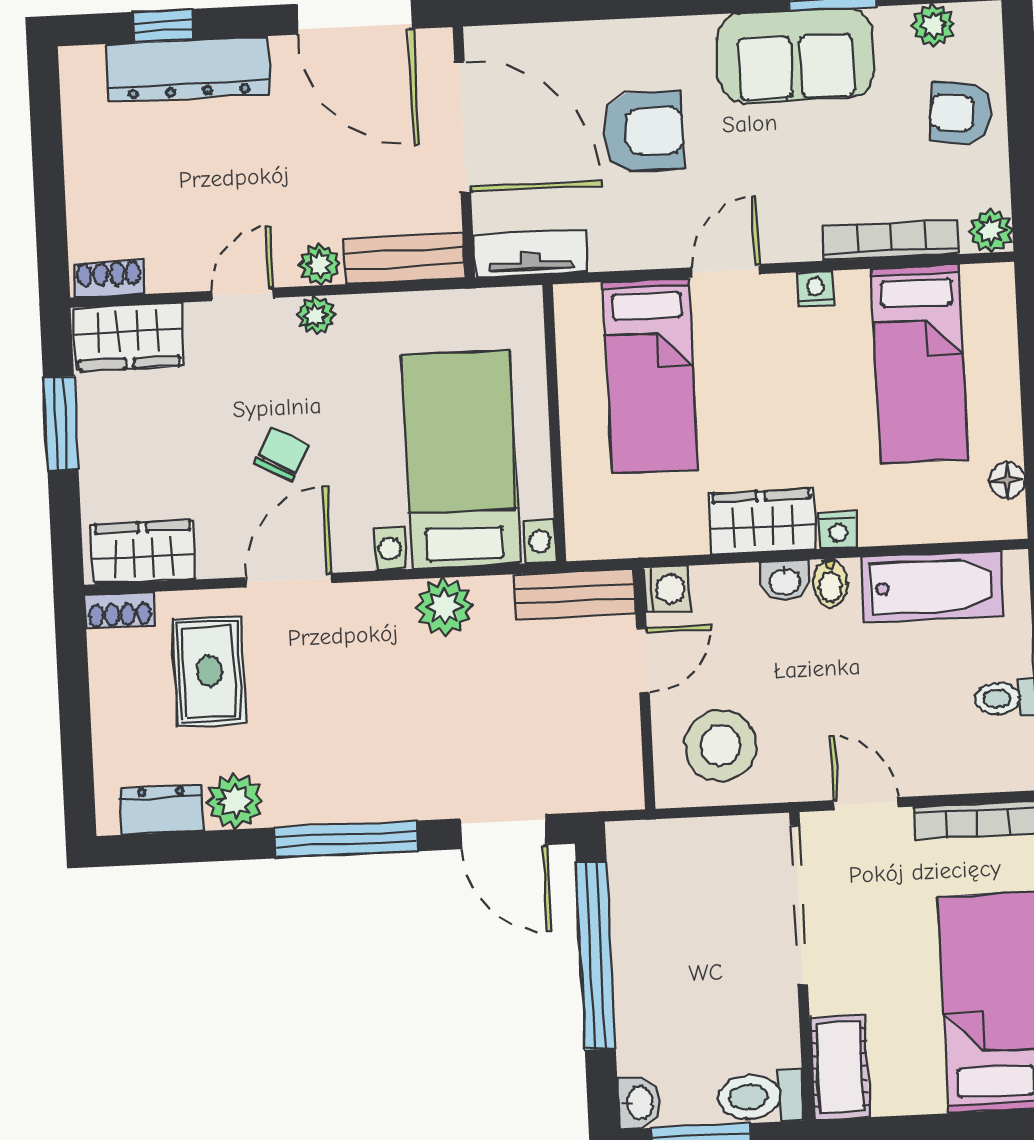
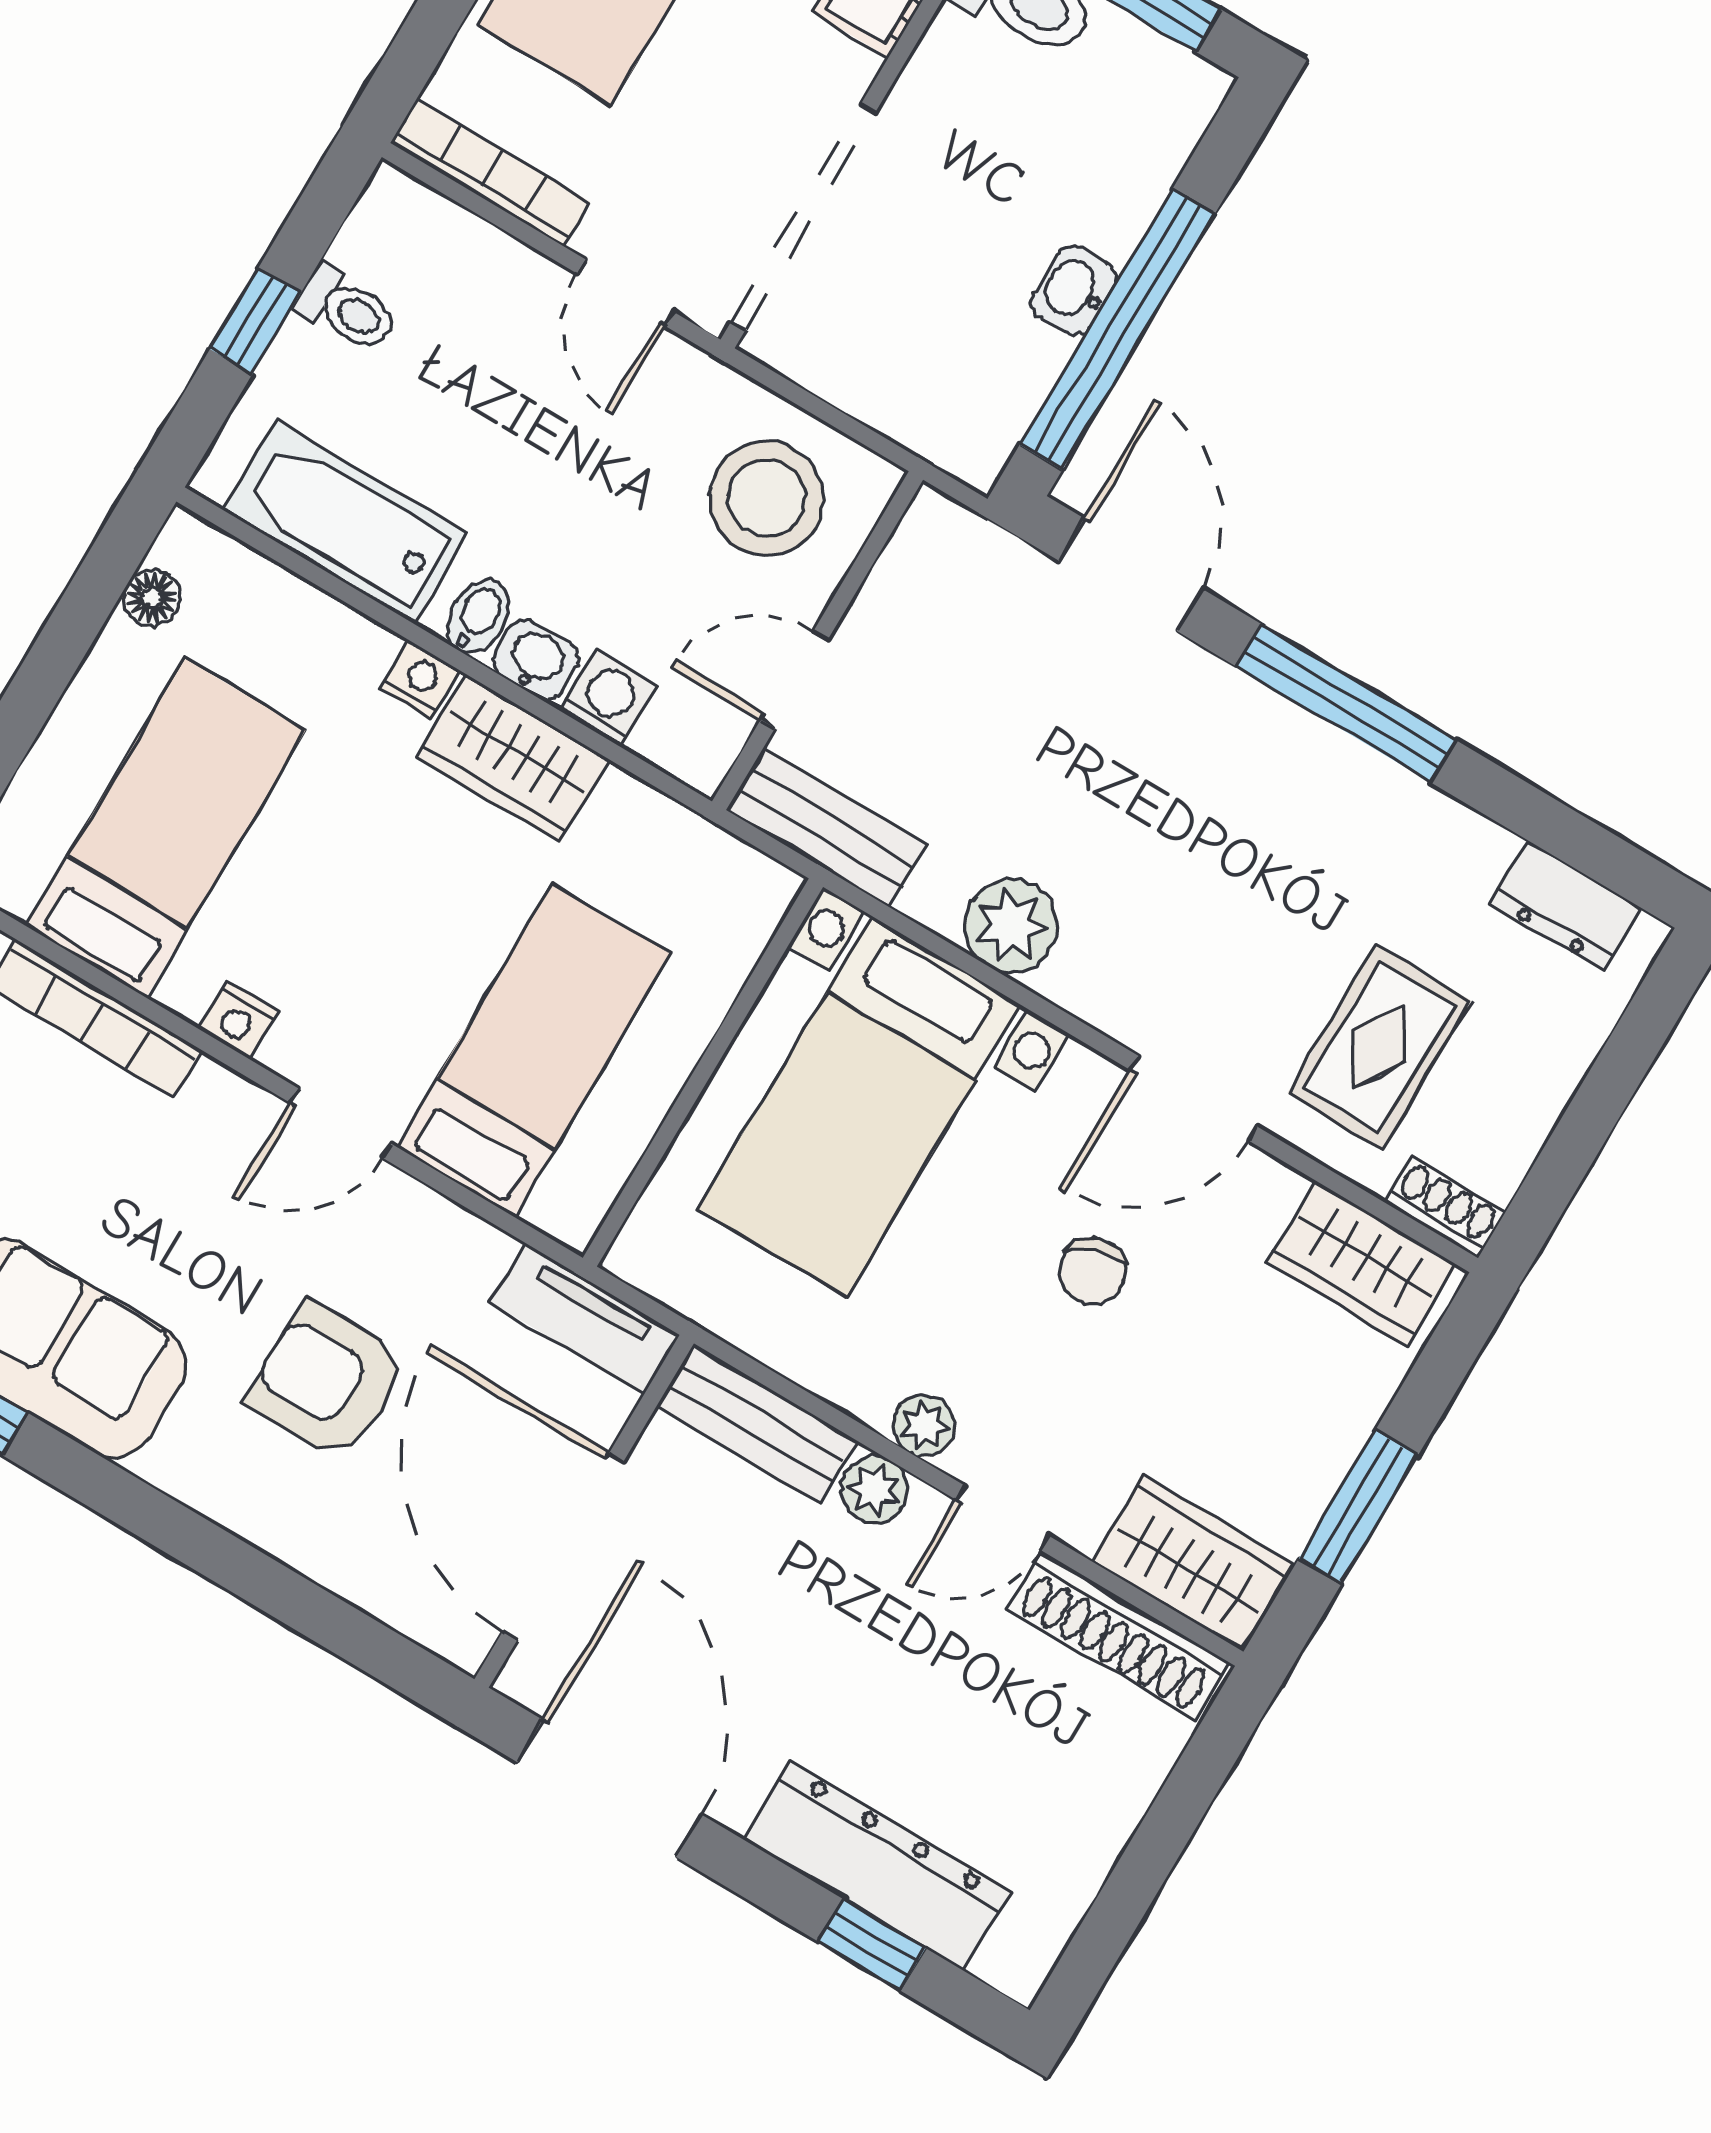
shoe rack: (109, 279) -> (1118, 1635), width x1.94, depth x1.24
chair: (282, 454) -> (1092, 1271), turned -48
washing machine: (667, 589) -> (608, 698), moved, turned 90
plant: (235, 801) -> (1460, 852), removed
washbasin: (639, 1103) -> (1074, 290), moved

